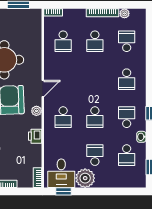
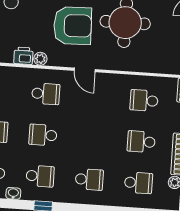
school desk: (127, 79) -> (89, 179), turned 180
plant: (36, 111) -> (40, 59), moved
school desk: (63, 117) -> (46, 94), turned 180

